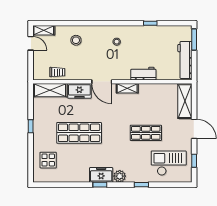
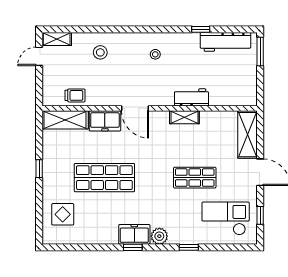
door: (31, 43) -> (39, 56), swing flipped
workbench: (185, 60) -> (225, 42), moved, turned -90
shelving: (127, 88) -> (184, 117), moved

